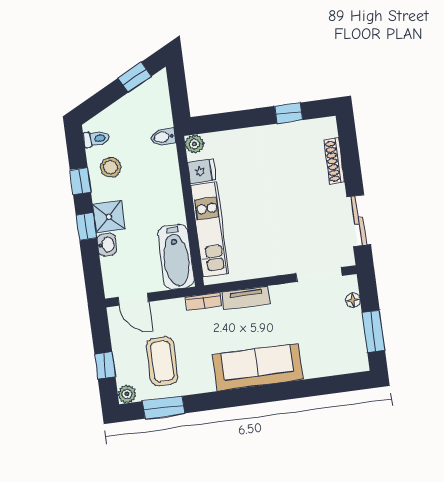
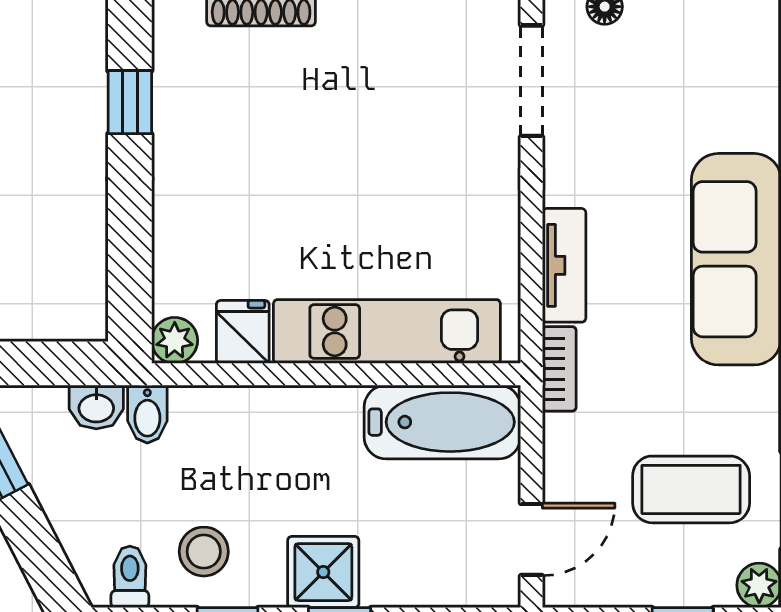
washbasin: (107, 245) -> (96, 407), moved, turned 180

